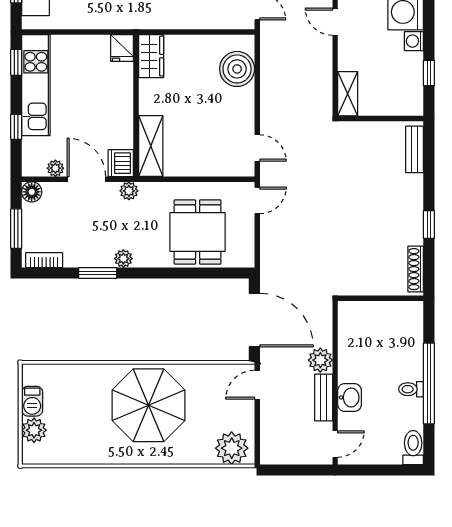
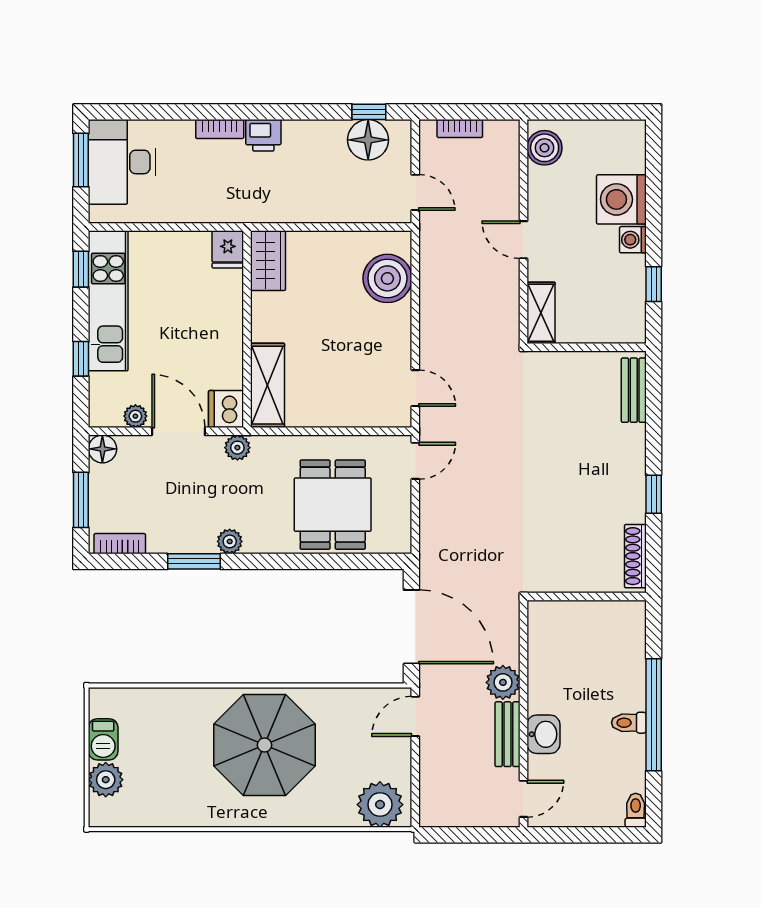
door: (335, 22) -> (524, 240), moved
toilet: (413, 448) -> (636, 810), width x0.73, depth x0.72

